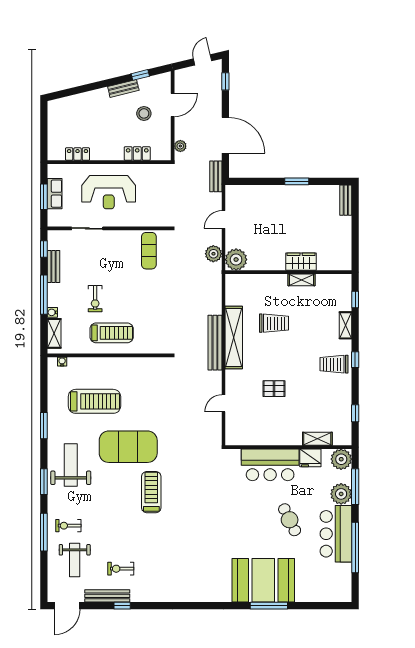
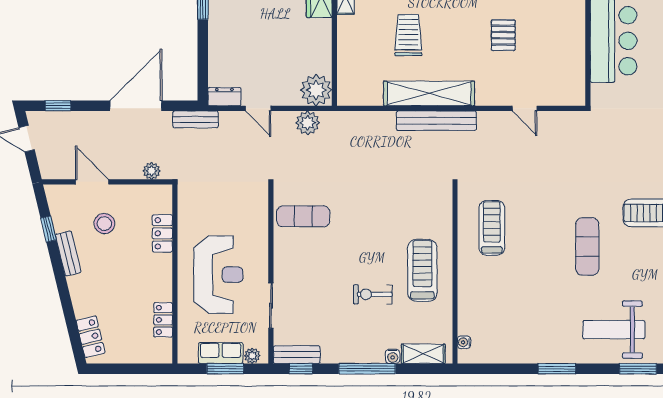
locker: (66, 104) -> (90, 337), added
dresser: (232, 196) -> (224, 97), added
plant: (53, 215) -> (252, 356), added
bench: (54, 267) -> (297, 355), moved
exercise bike: (95, 299) -> (373, 294), turned 180
treadmill: (94, 401) -> (492, 228), moved, width x0.73, depth x0.73
exercise mat: (128, 447) -> (587, 246), width x0.50, depth x0.69

